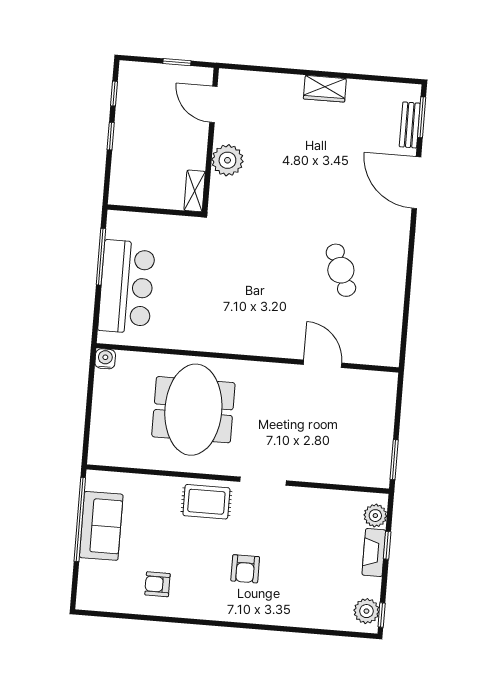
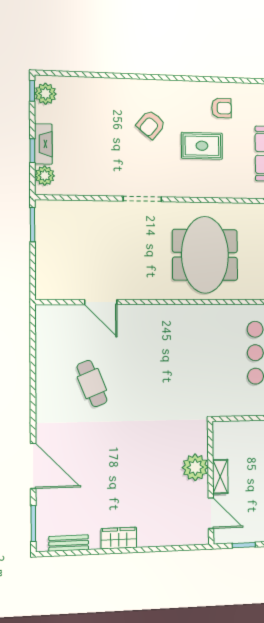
bench: (410, 125) -> (69, 543), moved, turned 90
shelving: (195, 191) -> (220, 477), moved
rug: (206, 502) -> (202, 146), moved
armchair: (245, 569) -> (151, 124), turned -140

